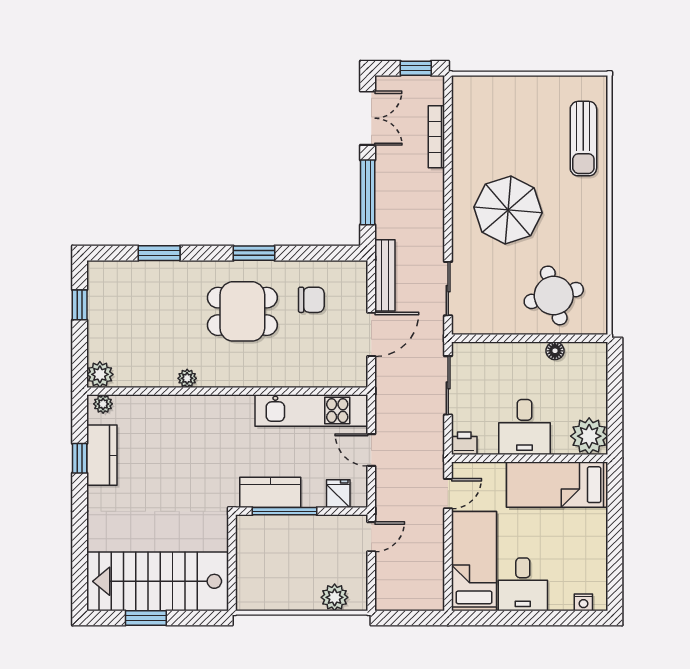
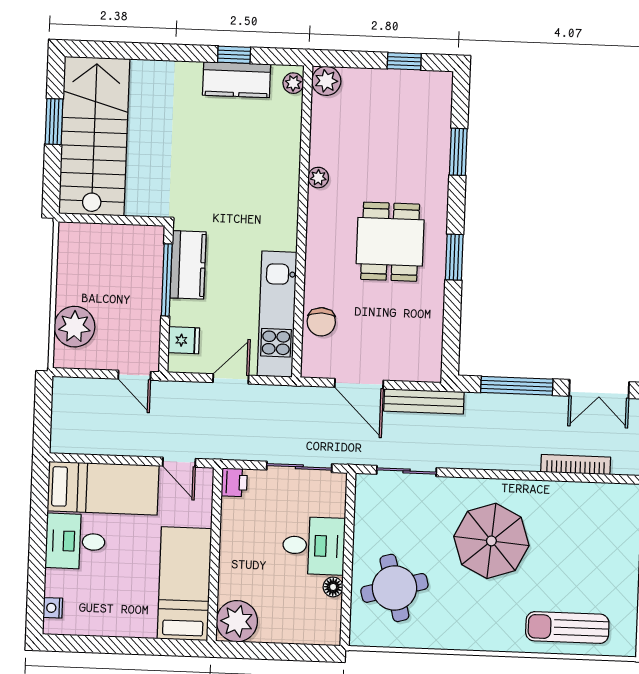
chair: (311, 300) -> (321, 322), moved
desk: (524, 427) -> (314, 546), moved, turned 180
plant: (335, 597) -> (74, 327), width x1.36, depth x1.36

